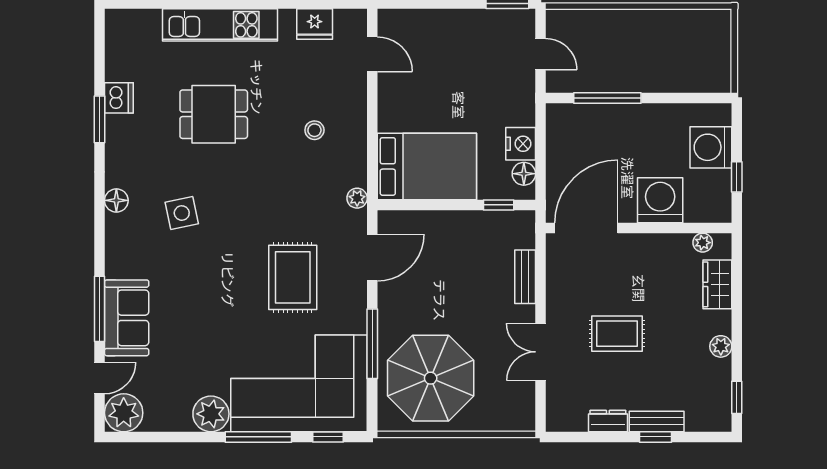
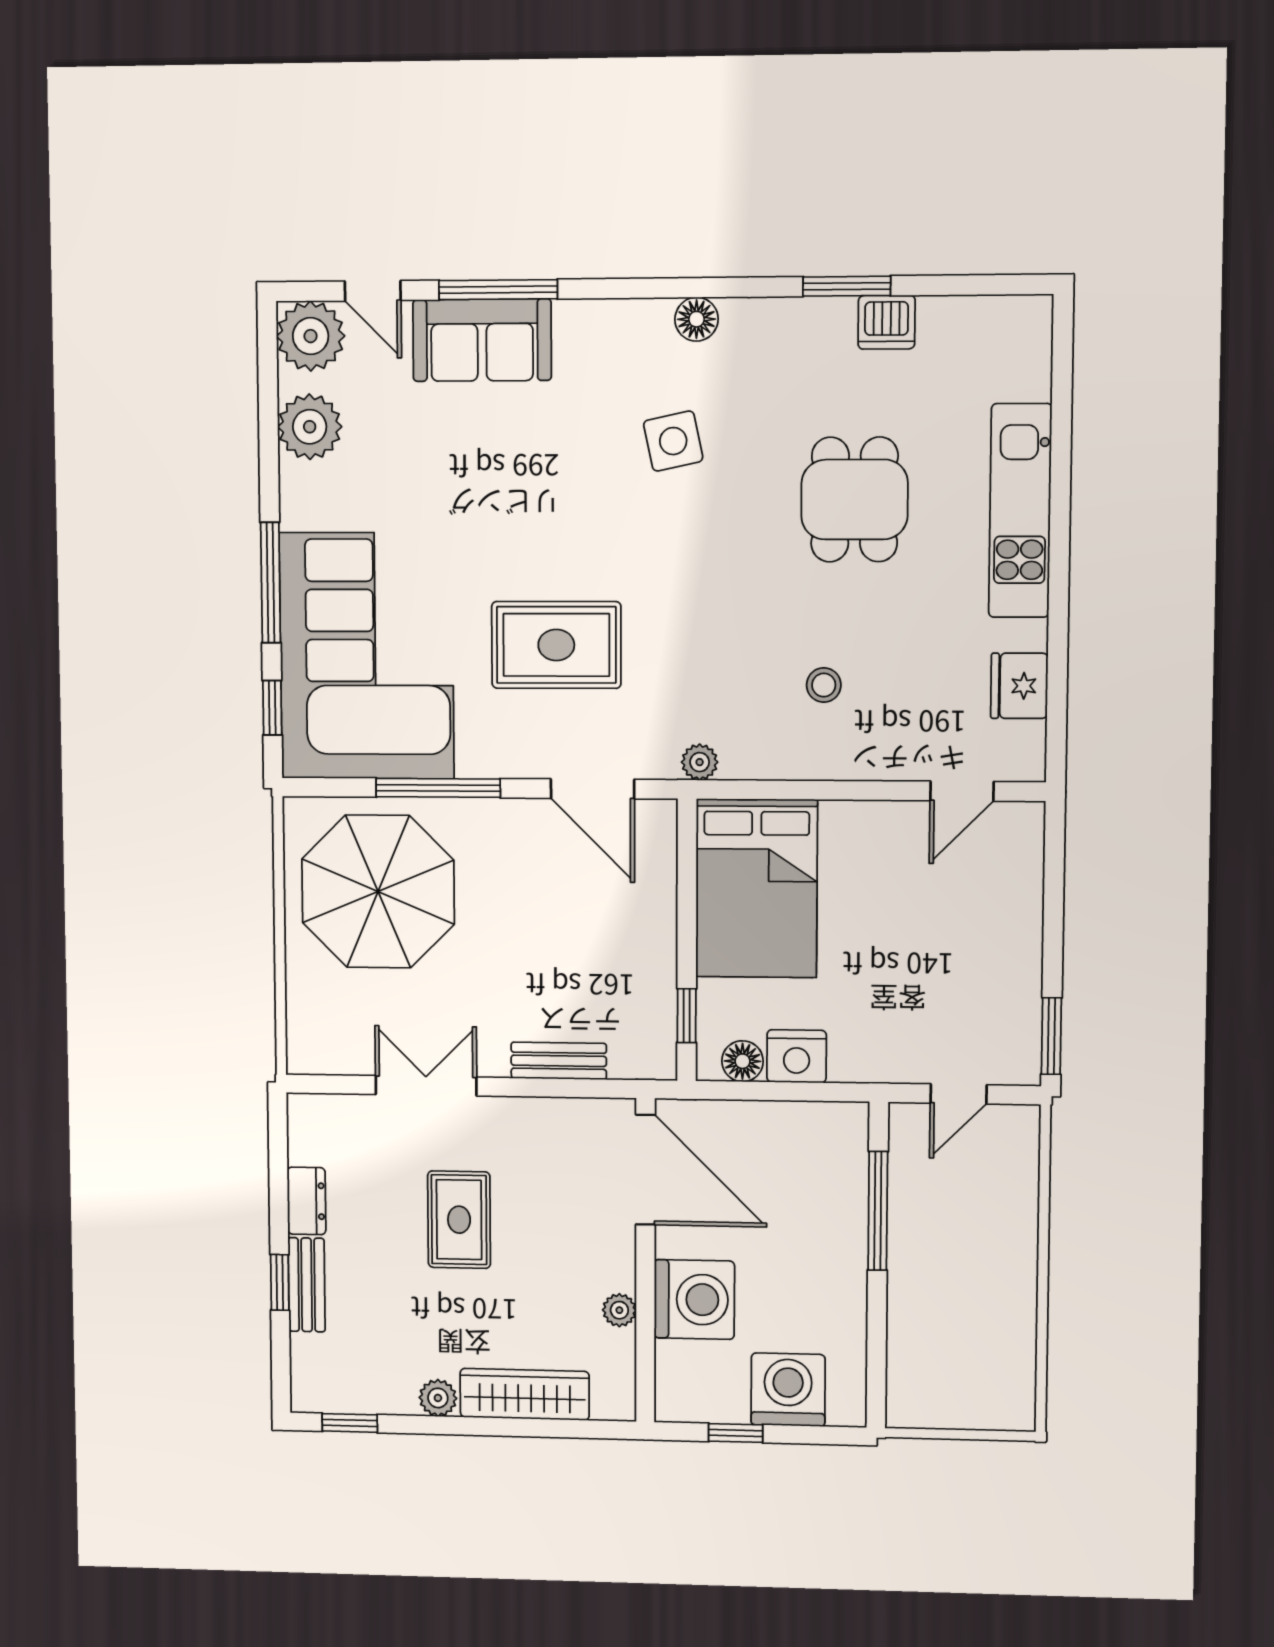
plant: (703, 243) -> (619, 1310), moved
wardrobe: (717, 284) -> (525, 1394), width x1.50
plant: (211, 414) -> (310, 427), moved

